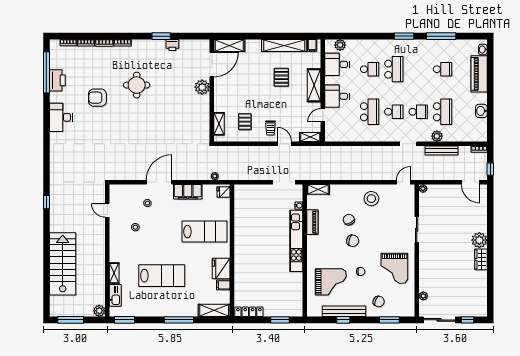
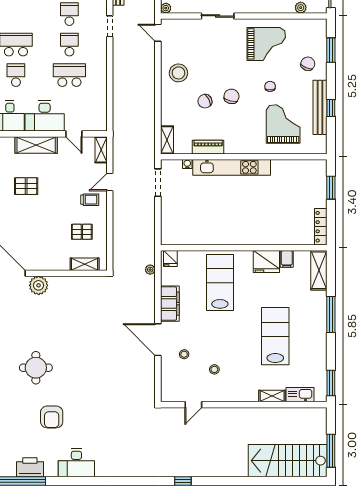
desk: (337, 96) -> (45, 116), width x1.37
stairs: (63, 264) -> (288, 461), moved
plant: (99, 311) -> (319, 415), removed

